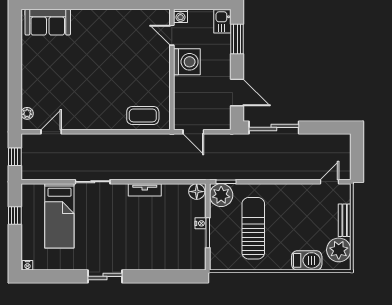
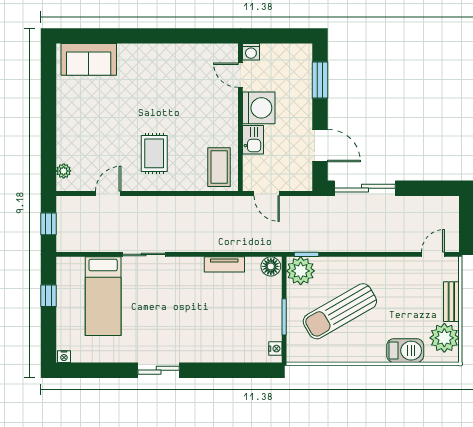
kitchen sink: (222, 21) -> (253, 140), moved, turned 180
rug: (101, 99) -> (154, 153), added
coffee table: (143, 115) -> (219, 167), moved, turned 90
door: (51, 132) -> (108, 194), moved
tv unit: (145, 190) -> (224, 264), moved
nightstand: (201, 223) -> (275, 349), moved
sun lounger: (253, 228) -> (340, 311), turned -120

